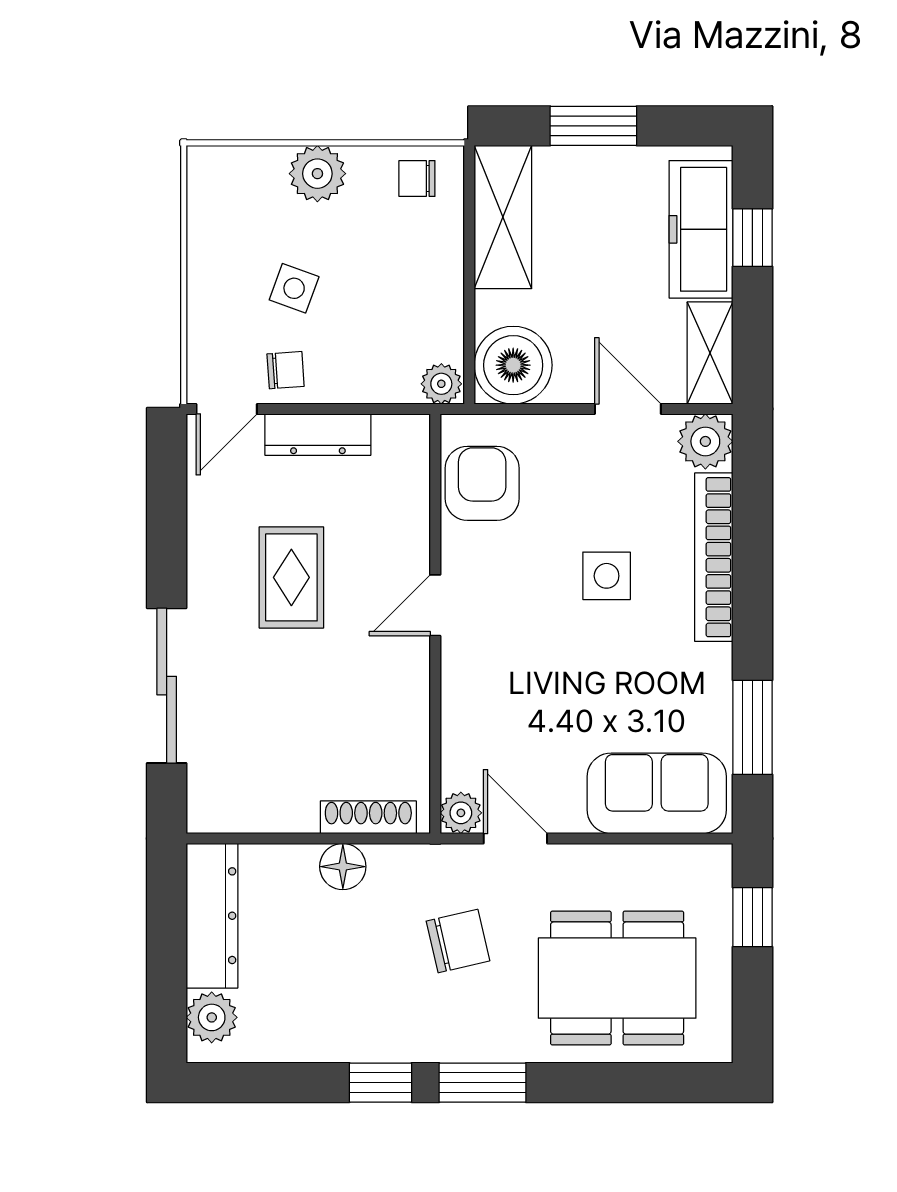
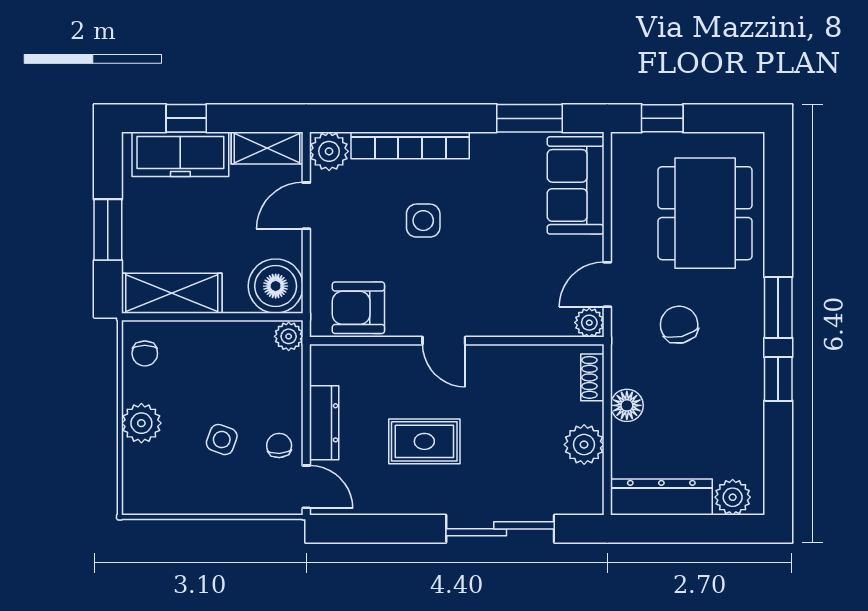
plant: (287, 805) -> (584, 445), added
shoe rack: (368, 817) -> (592, 377), width x0.70

